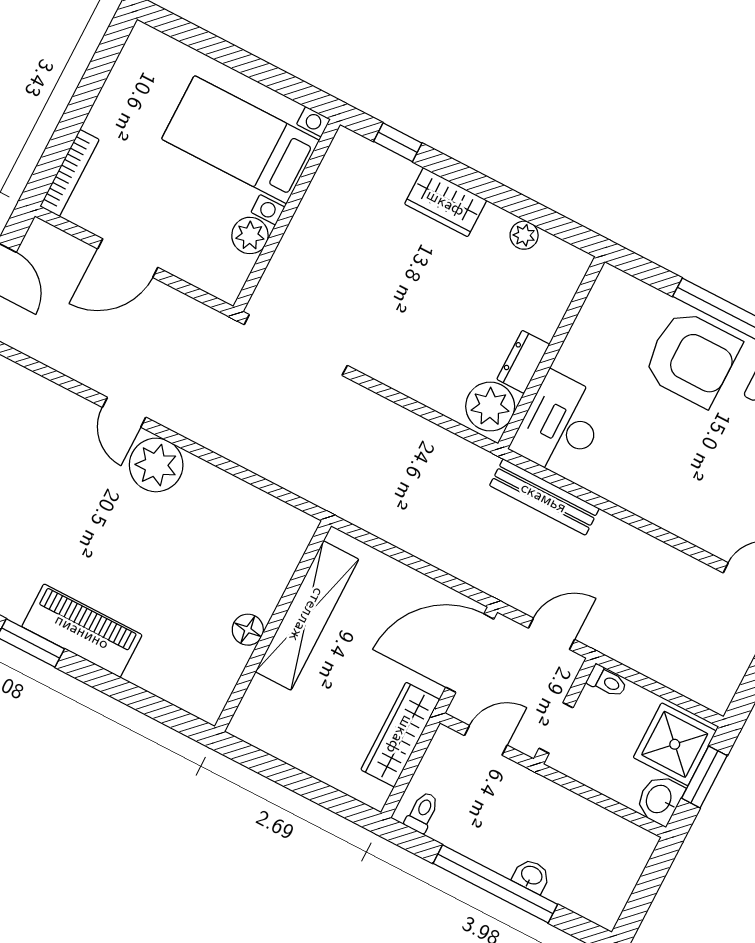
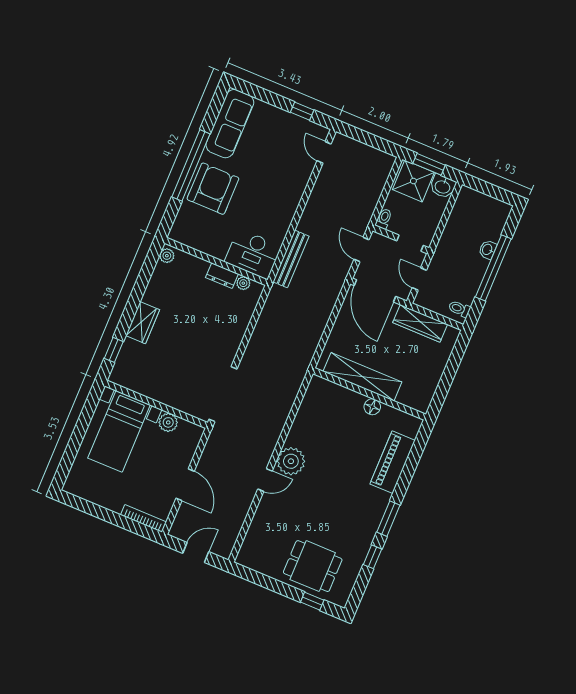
plant: (524, 235) -> (167, 256), moved
plant: (490, 407) -> (243, 283), width x0.53, depth x0.53
piano: (82, 631) -> (393, 462), moved

